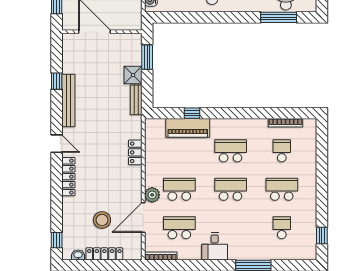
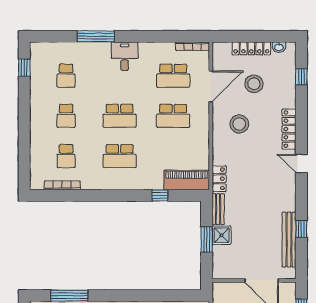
window: (147, 57) -> (207, 240), moved
bench: (68, 101) -> (289, 240), moved
piano: (188, 128) -> (187, 180), moved
locker: (135, 152) -> (219, 179), moved
stool: (116, 182) -> (239, 124), added
school desk: (282, 189) -> (66, 116), width x0.54
plant: (152, 195) -> (201, 110), removed
window: (57, 240) -> (301, 77), moved
desk: (215, 246) -> (125, 56), moved

